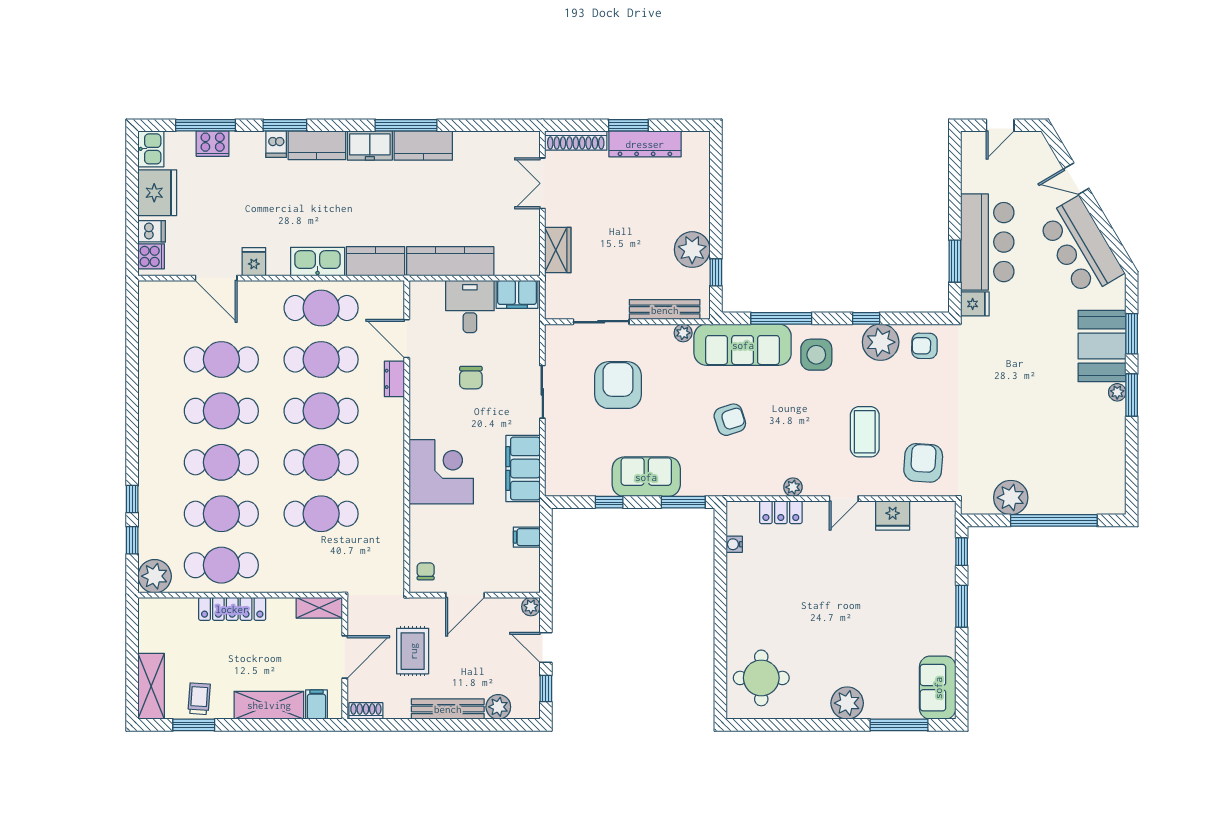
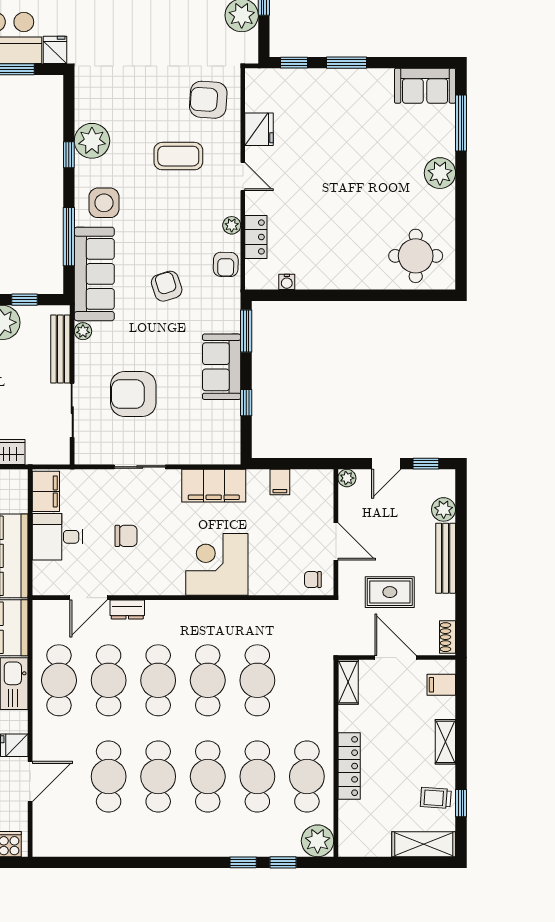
armchair: (924, 346) -> (226, 264), moved
shelving: (269, 705) -> (445, 742), width x0.67, depth x0.75
window: (194, 725) -> (461, 803), width x0.67

